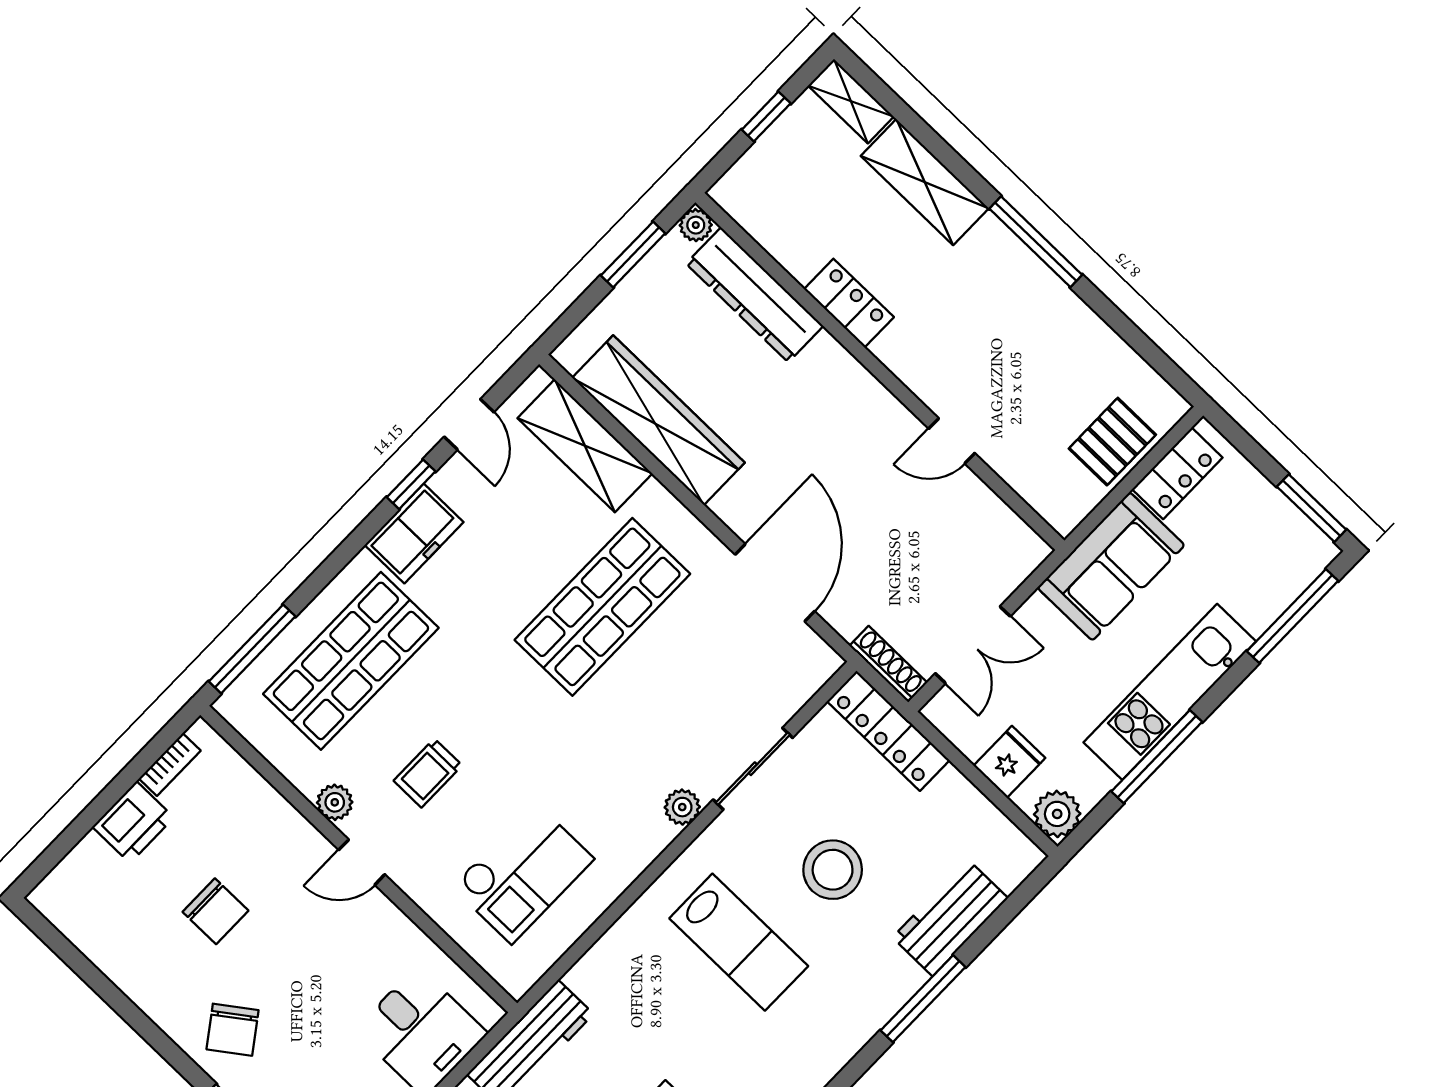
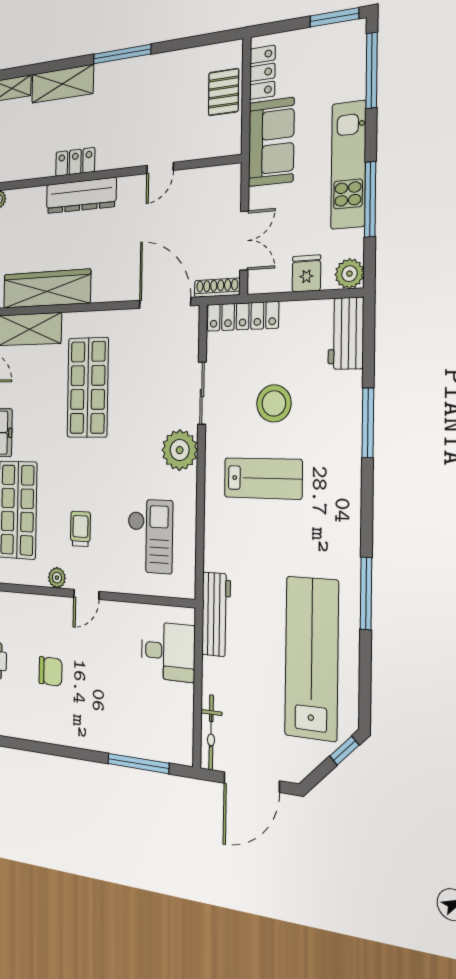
dresser: (755, 295) -> (81, 196), moved
door: (775, 583) -> (165, 303), moved
trolley: (428, 773) -> (80, 529), turned 180
plant: (682, 807) -> (180, 450), width x1.88, depth x1.88
workbench: (950, 918) -> (346, 333), moved
chair: (233, 1030) -> (96, 721), removed

